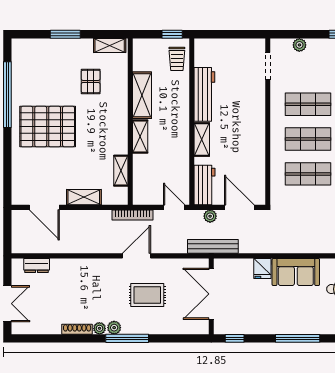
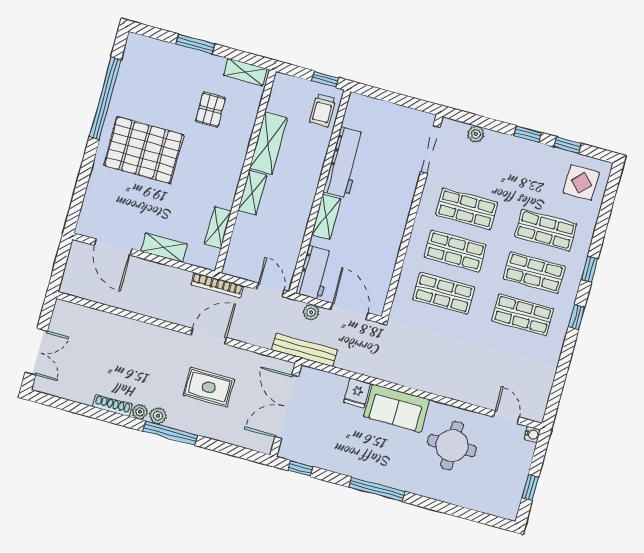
doorway: (268, 66) -> (430, 149), width x1.38
dresser: (37, 265) -> (84, 315), removed

